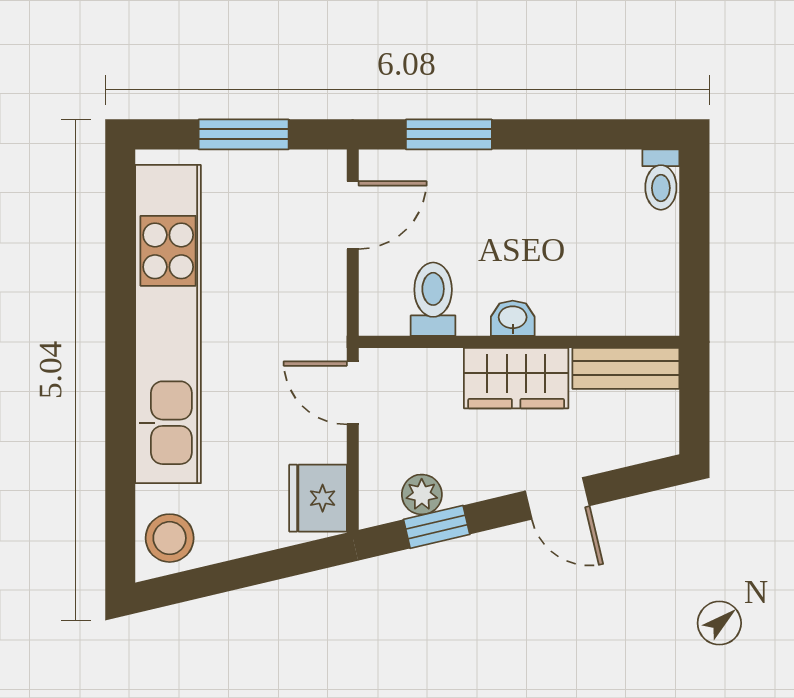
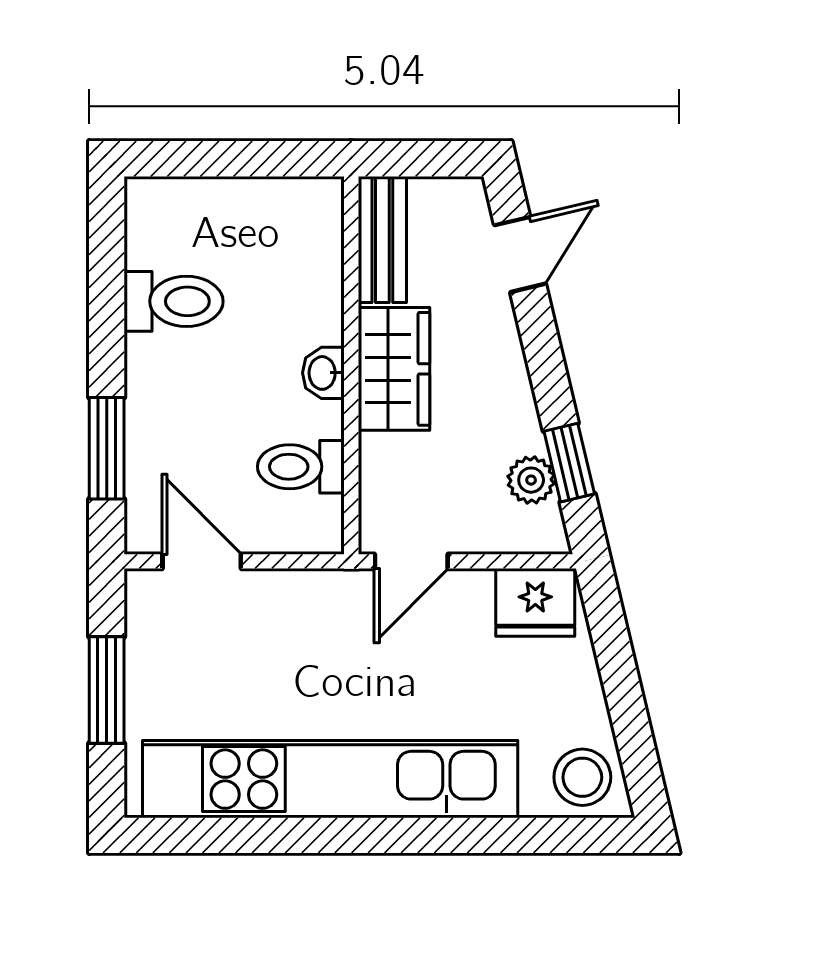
toilet: (661, 180) -> (174, 301), moved, width x1.37, depth x1.39
door: (557, 498) -> (520, 254), moved

